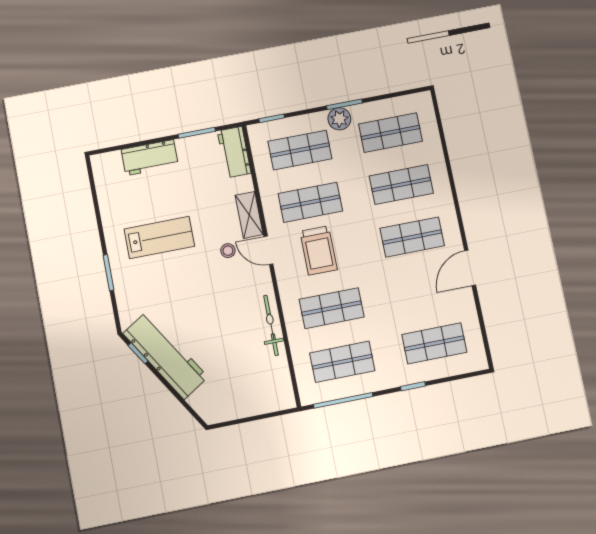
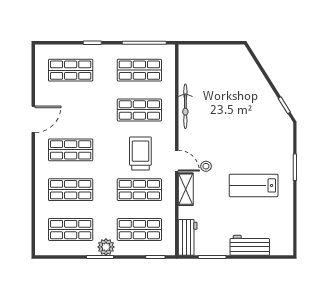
workbench: (165, 355) -> (265, 100), removed

